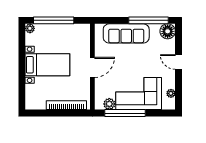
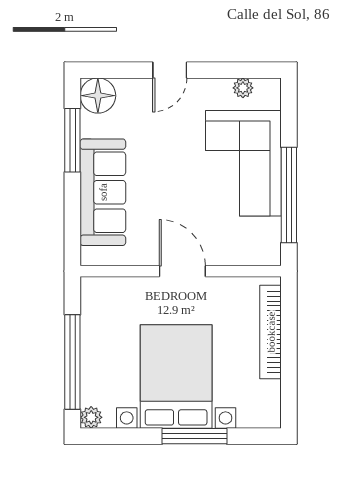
window: (148, 20) -> (72, 140), width x0.68
bed with nightstands: (47, 65) -> (176, 377), width x1.36
window: (22, 73) -> (194, 436), added
plant: (109, 104) -> (268, 232), removed

